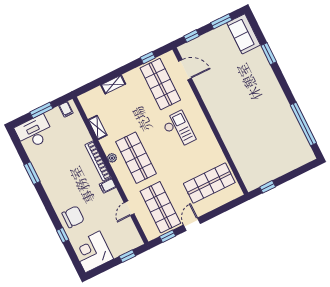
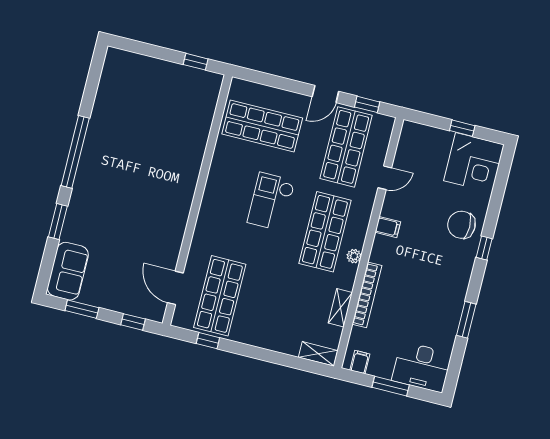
shelving: (113, 84) -> (318, 354), moved
window: (303, 124) -> (75, 152), moved
checkout: (179, 130) -> (271, 202), moved
bookcase: (98, 161) -> (367, 295), moved
window: (63, 235) -> (484, 248), moved
window: (127, 256) -> (462, 128), moved

